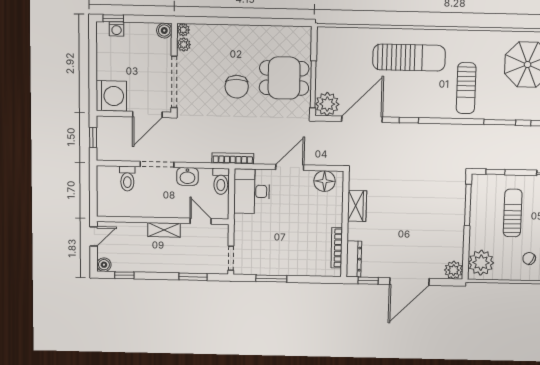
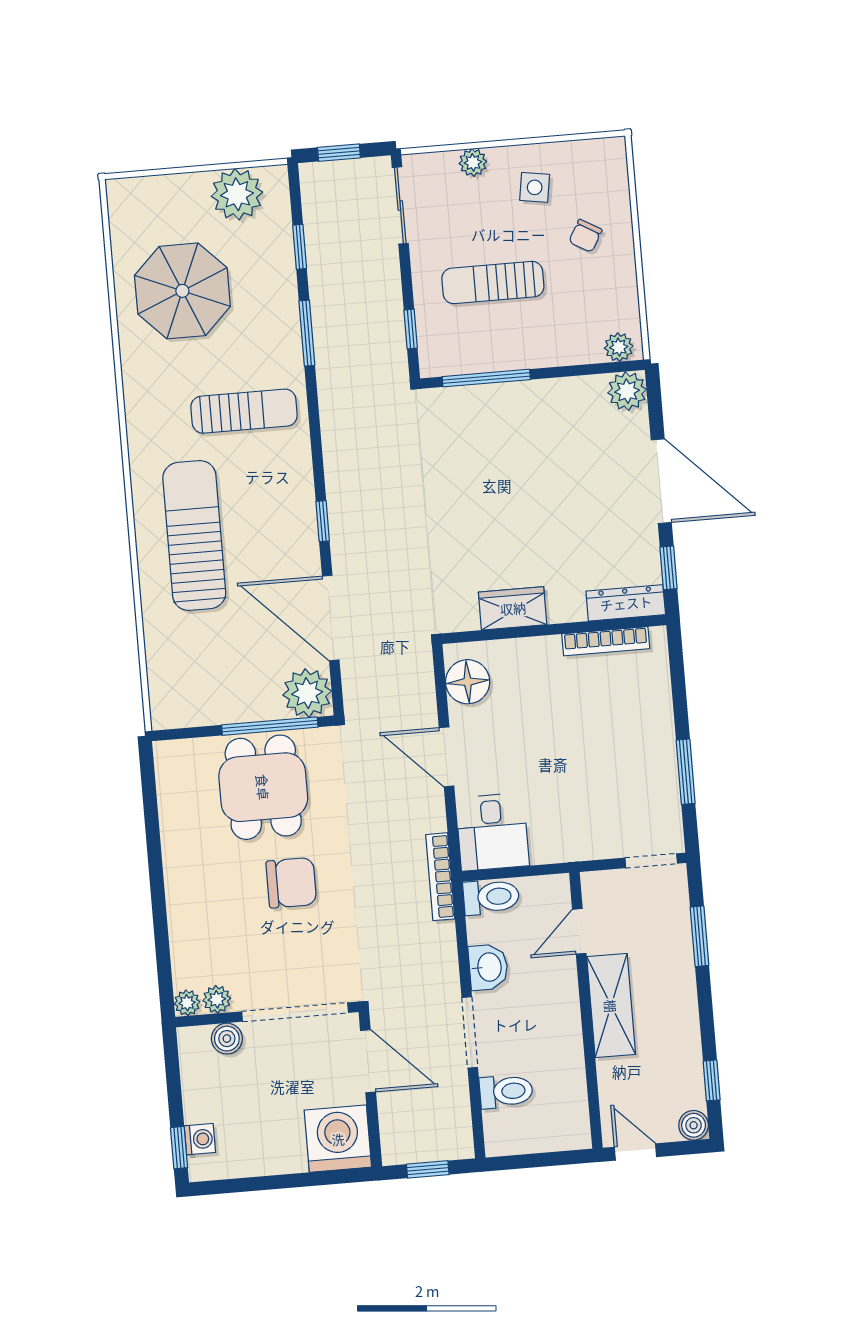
boiler: (164, 31) -> (227, 1039), moved
desk: (252, 191) -> (492, 832), width x0.73
shelving: (164, 230) -> (611, 1006), width x1.50, depth x1.33
plant: (481, 263) -> (619, 347), width x0.53, depth x0.53

